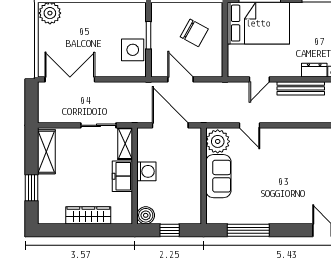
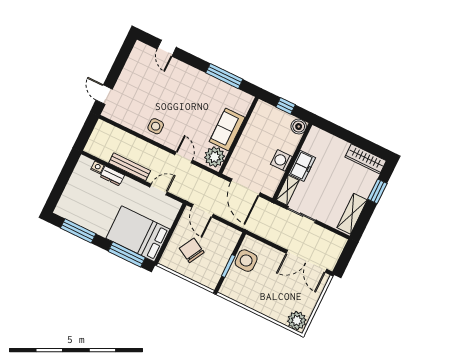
door: (181, 79) -> (202, 211), moved
side table: (294, 144) -> (156, 126), added
wardrobe: (88, 215) -> (366, 159), moved

